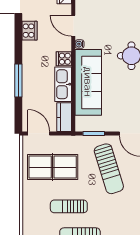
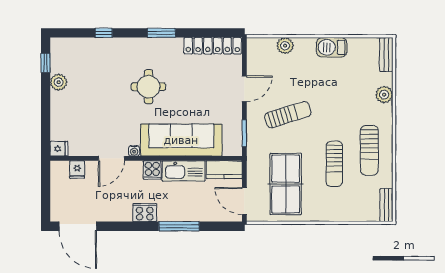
cooker: (29, 31) -> (145, 213), moved
door: (39, 133) -> (244, 201), hinge flipped
sun lounger: (109, 169) -> (288, 115), width x0.73, depth x0.75

